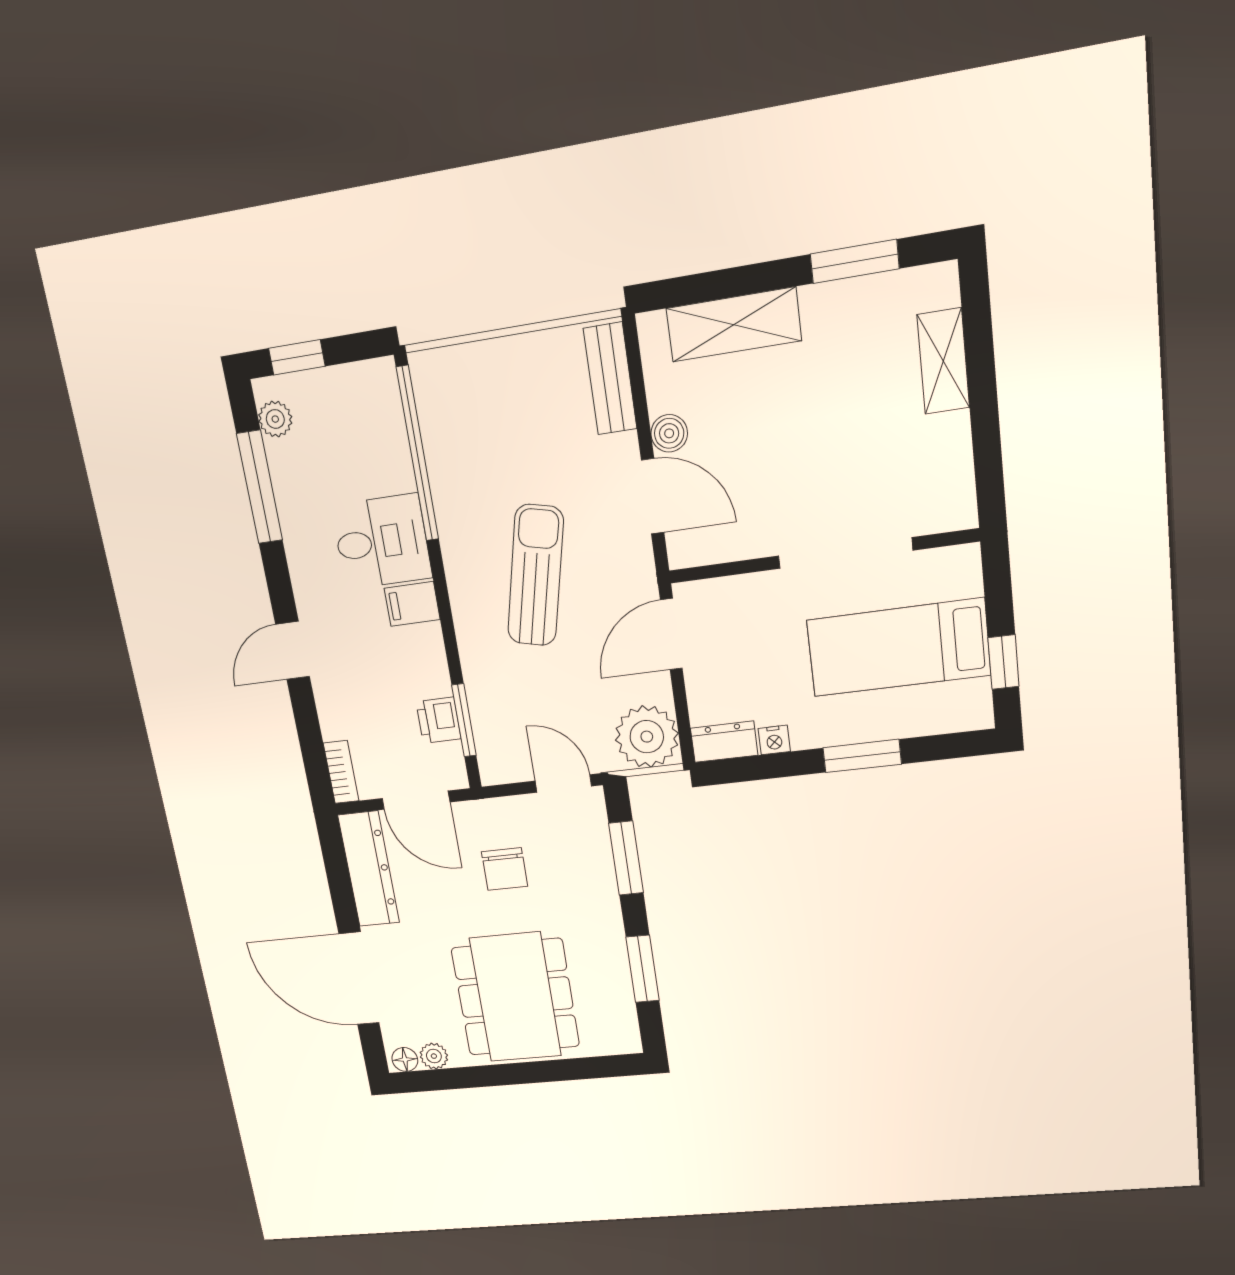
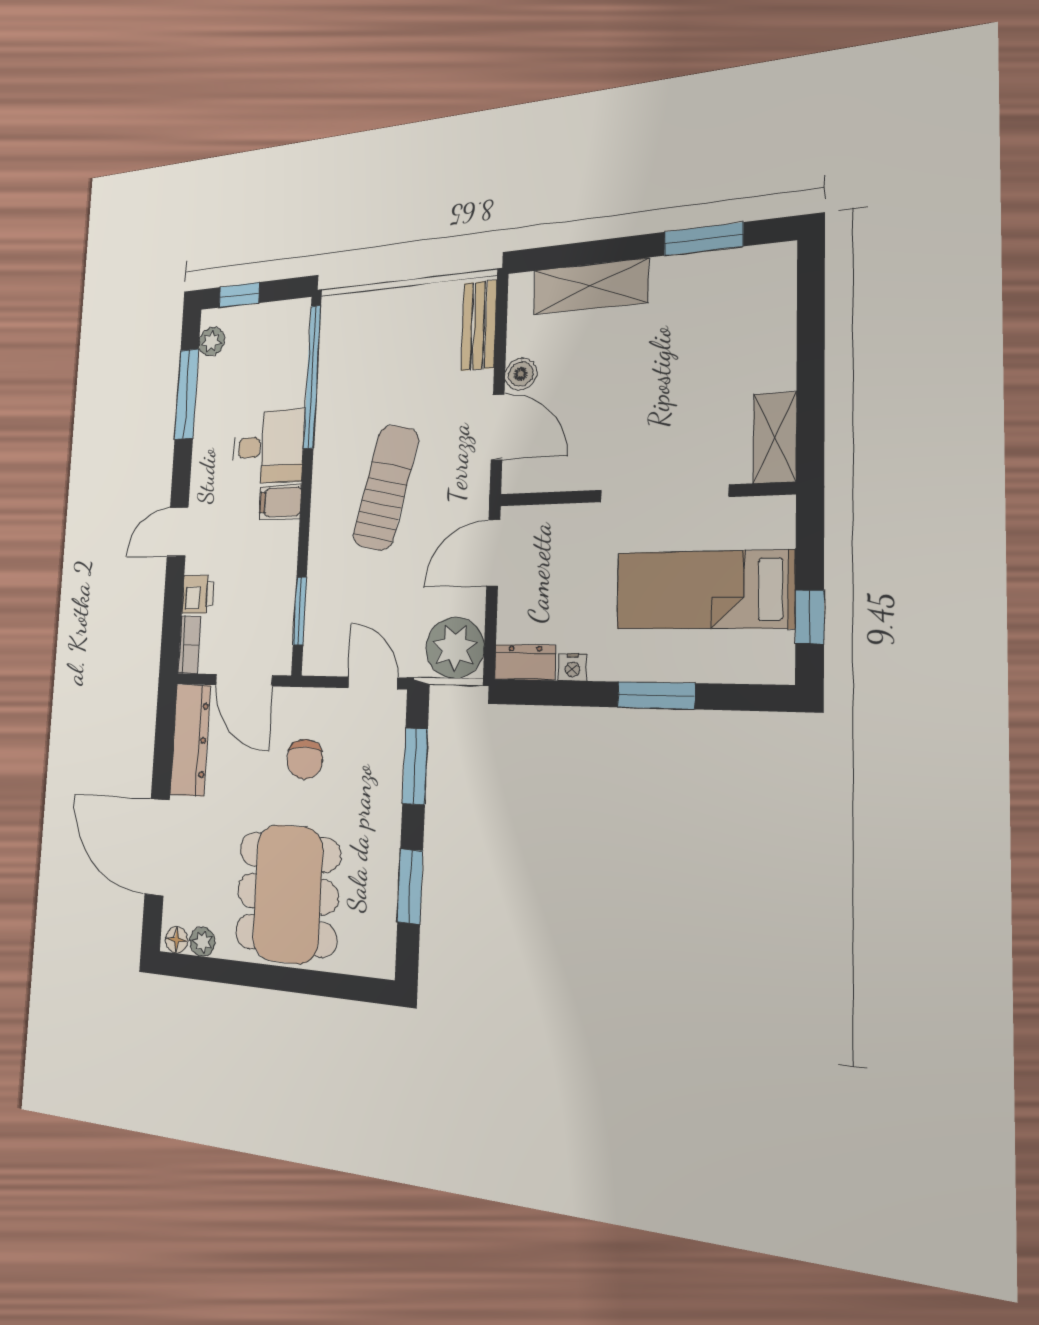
shelving: (943, 361) -> (775, 437), moved
printer: (439, 720) -> (198, 594), moved, turned 180

